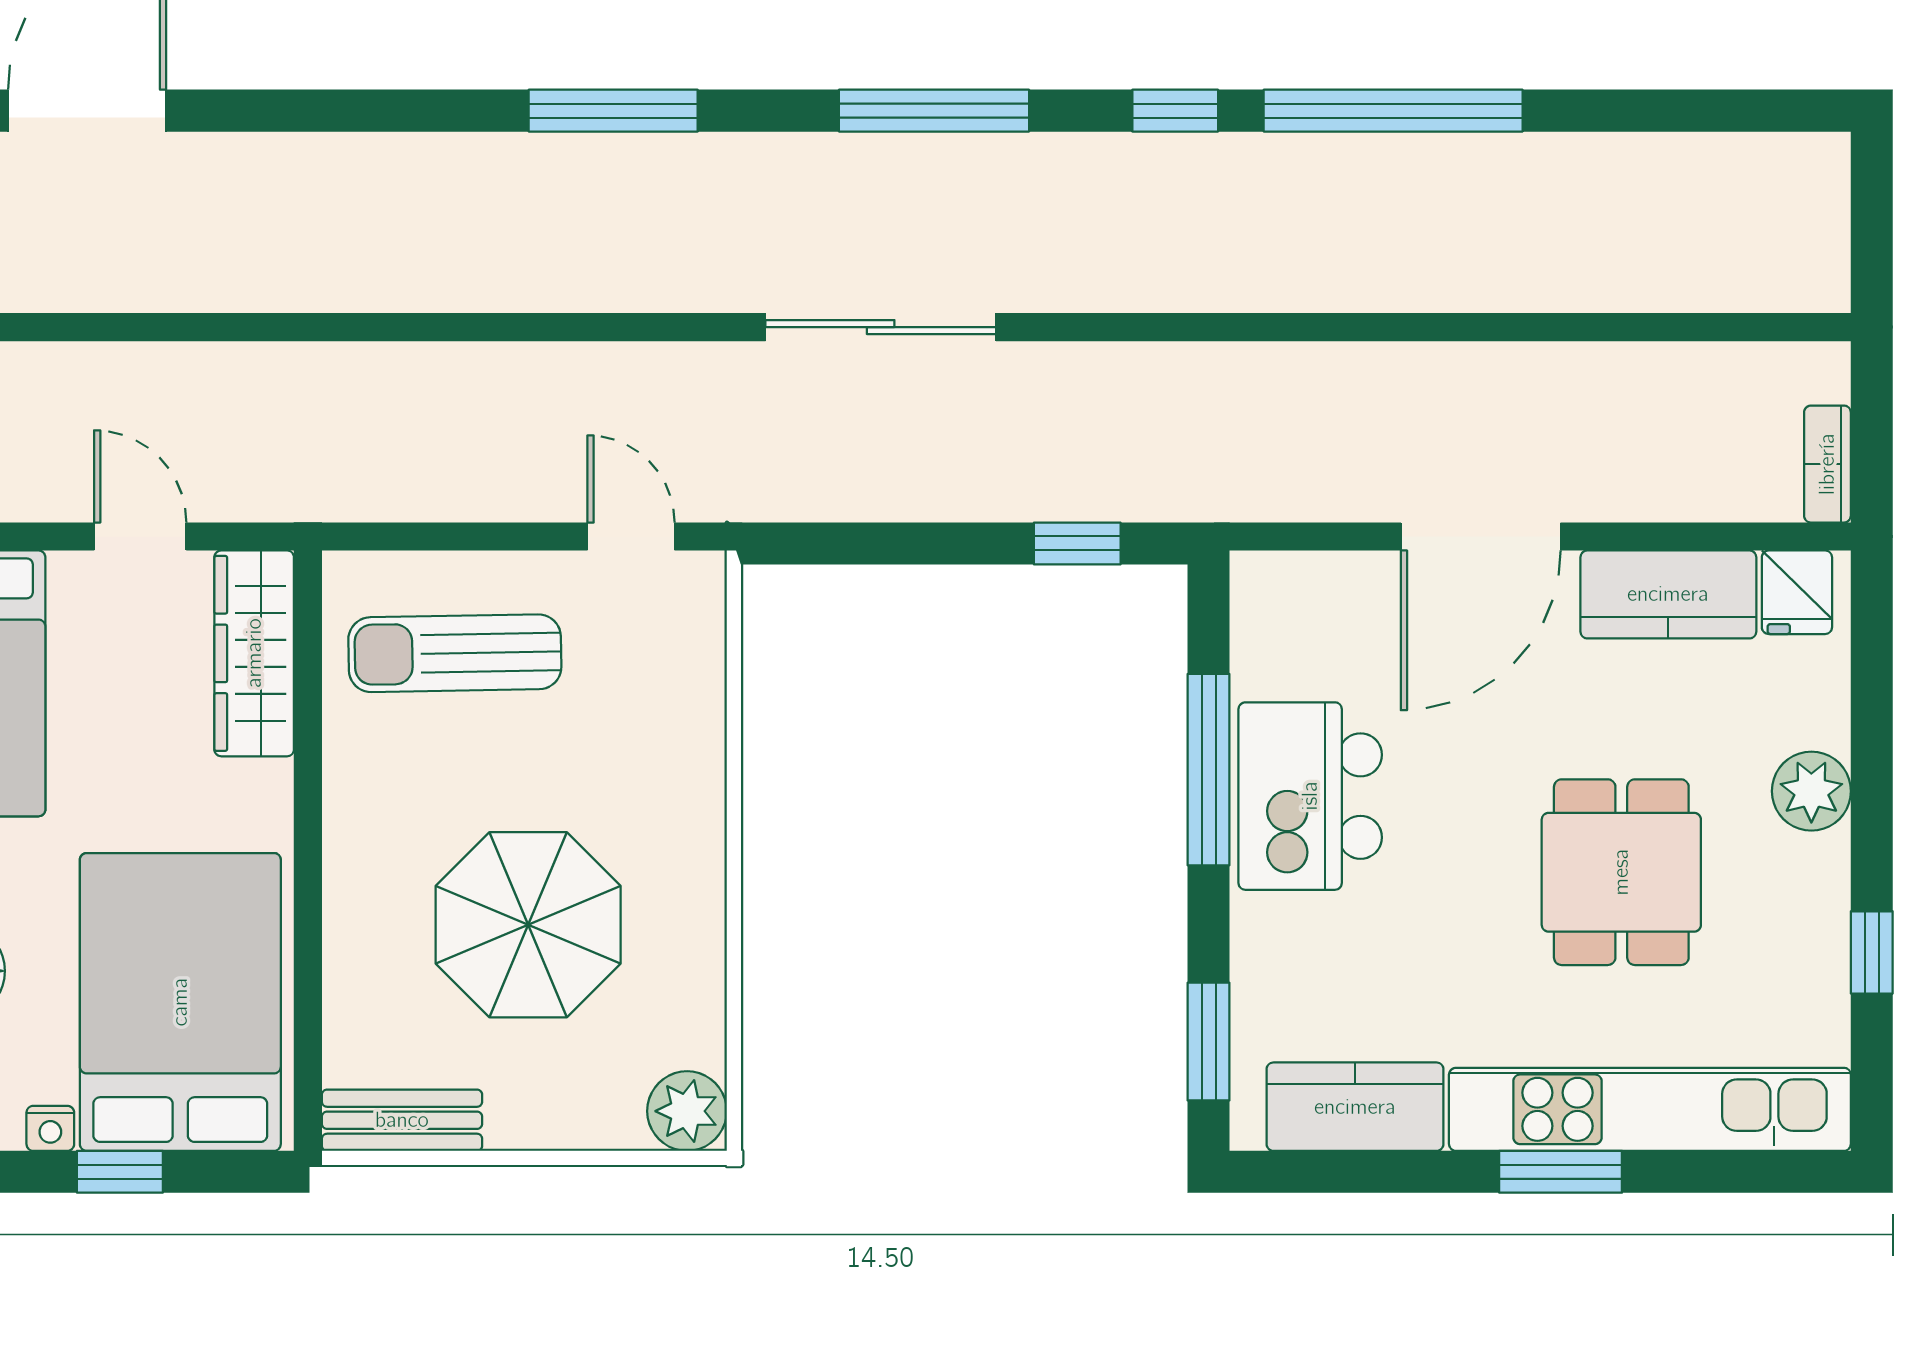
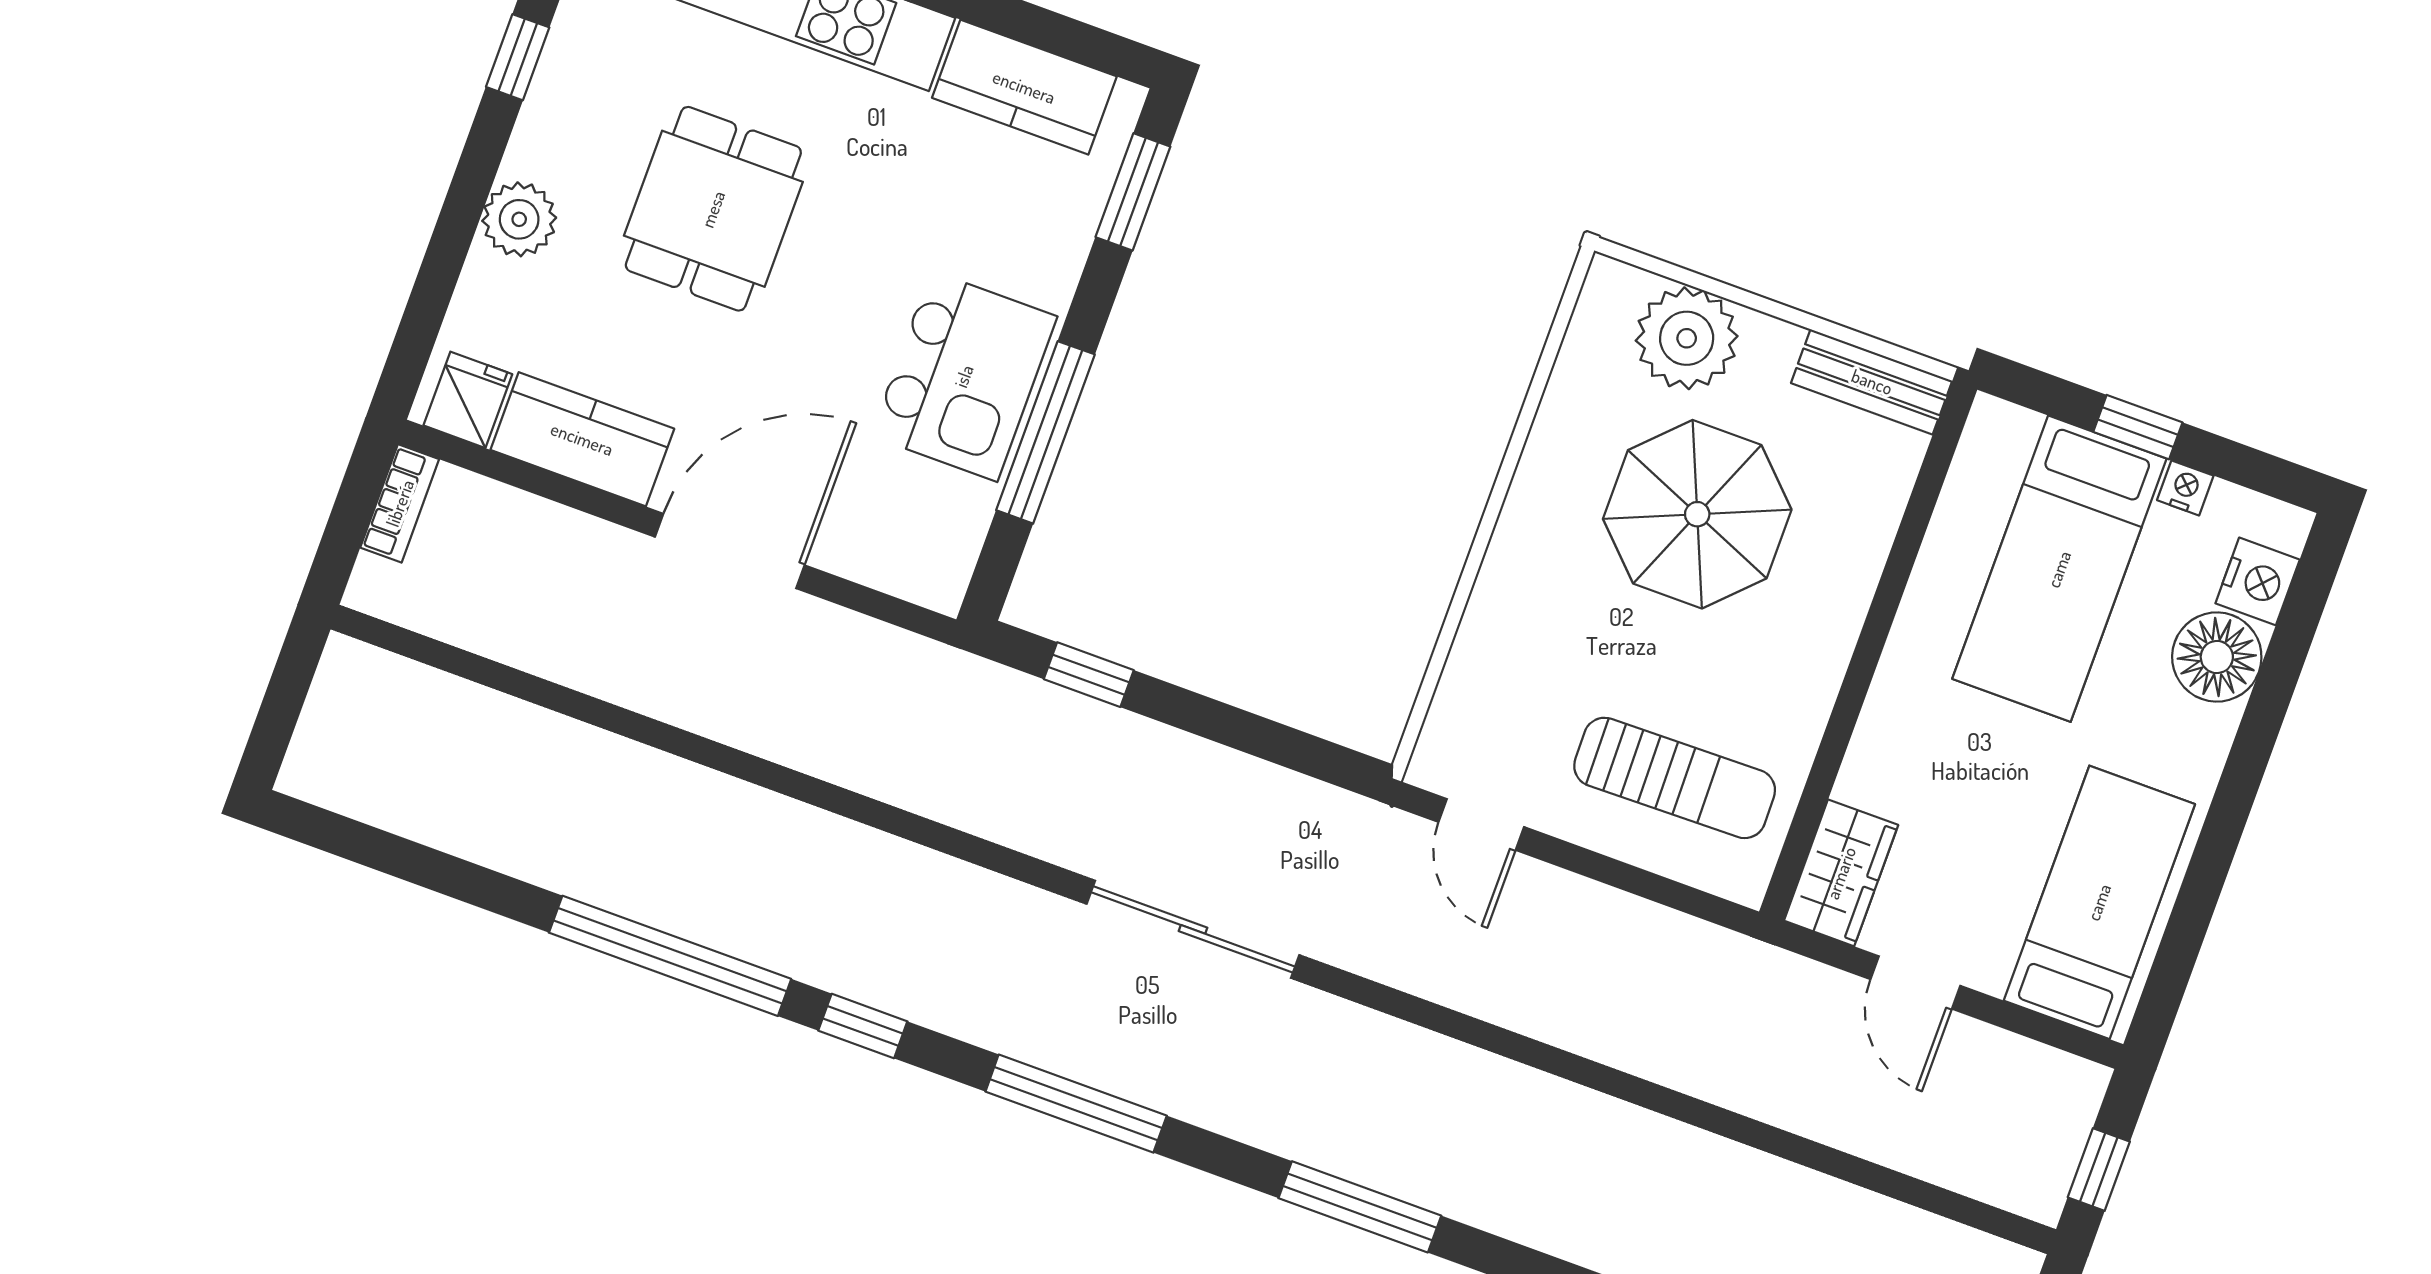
wardrobe: (254, 653) -> (1841, 873), width x0.67
bed: (180, 1002) -> (2059, 569), width x0.67
plant: (687, 1111) -> (1687, 338), moved, width x1.36, depth x1.36

